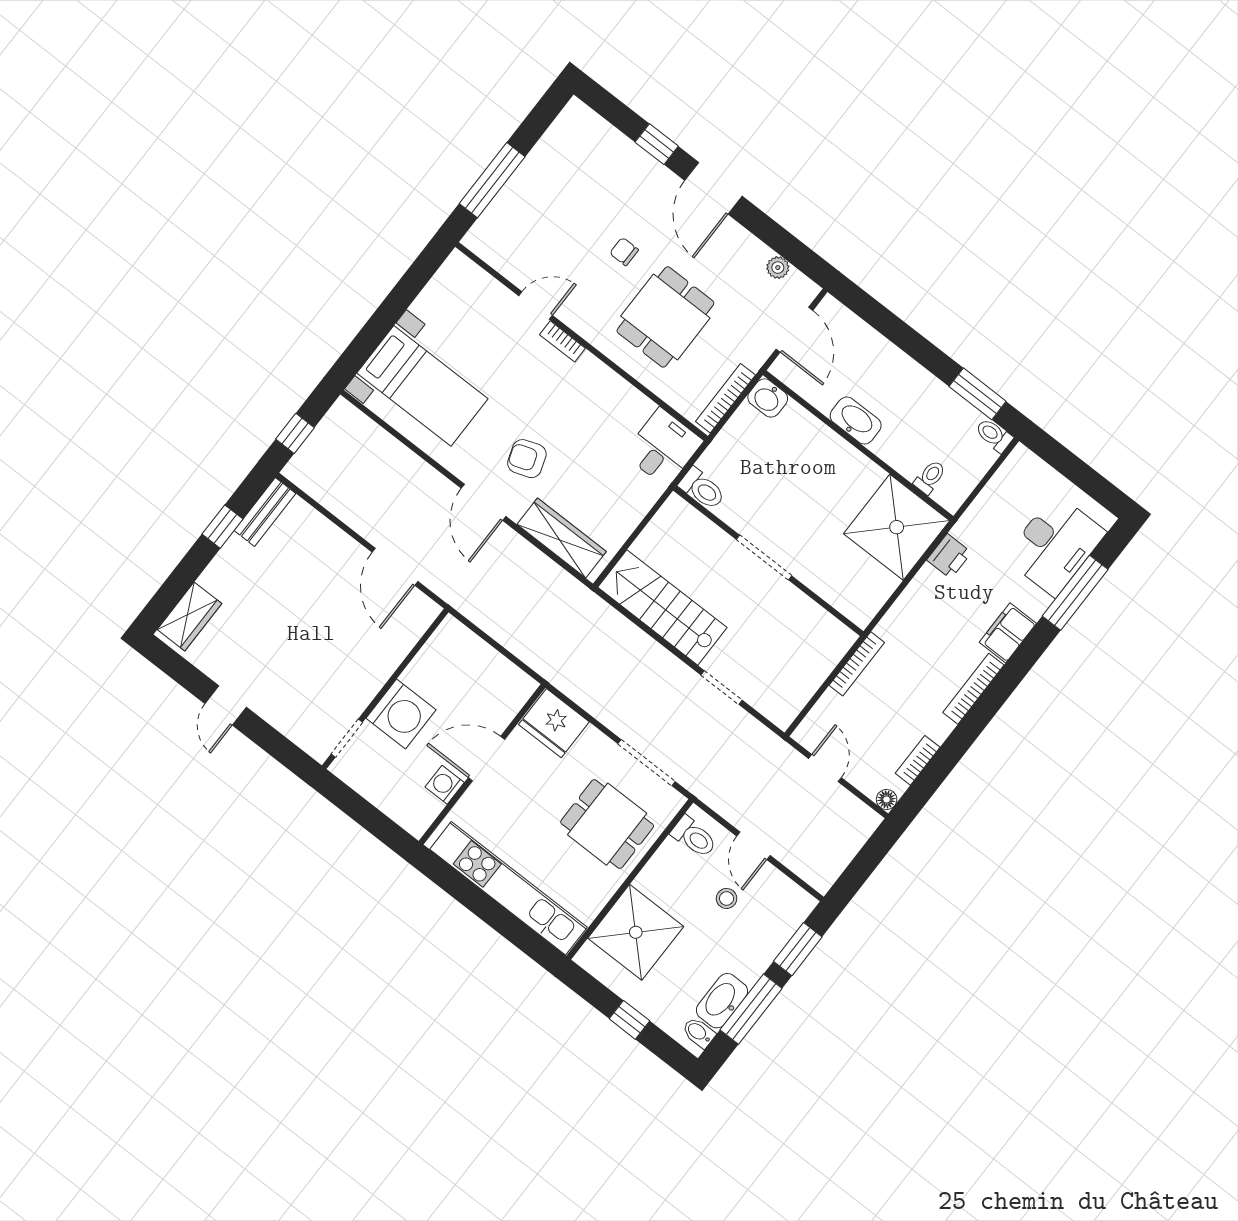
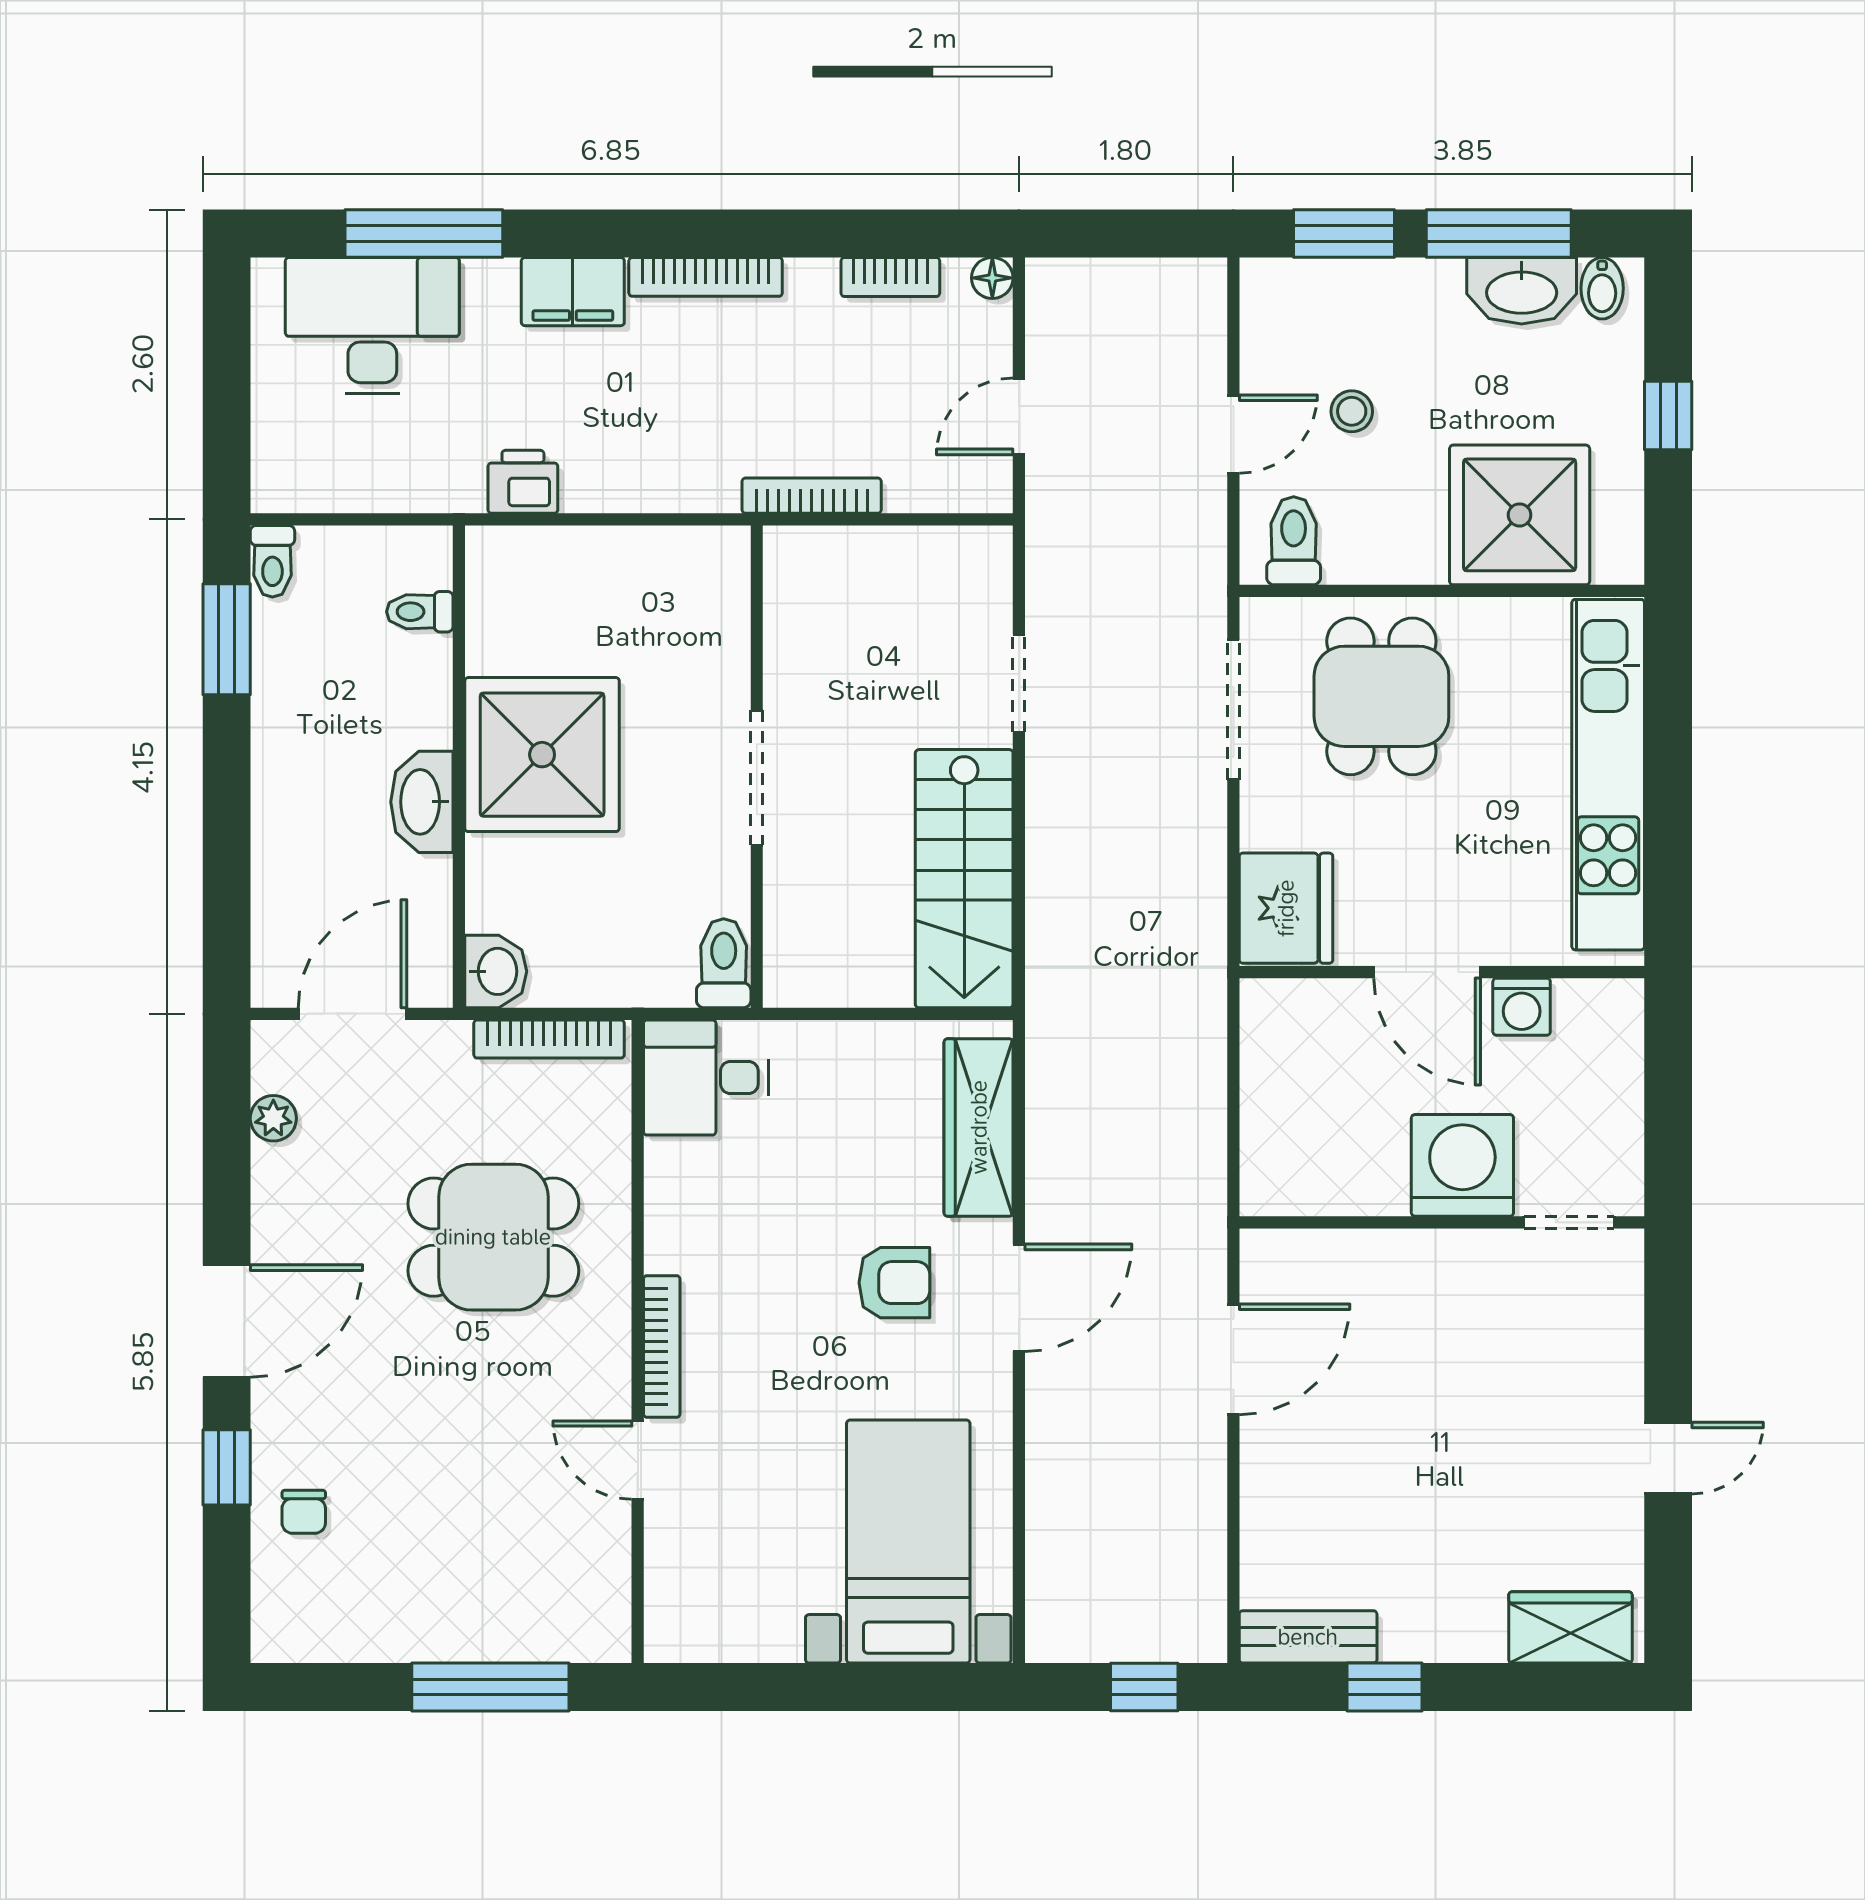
chair: (624, 252) -> (304, 1512), moved
bookcase: (562, 341) -> (662, 1347), width x1.56
armchair: (527, 459) -> (894, 1283), turned -71
shower: (897, 527) -> (542, 755), moved

